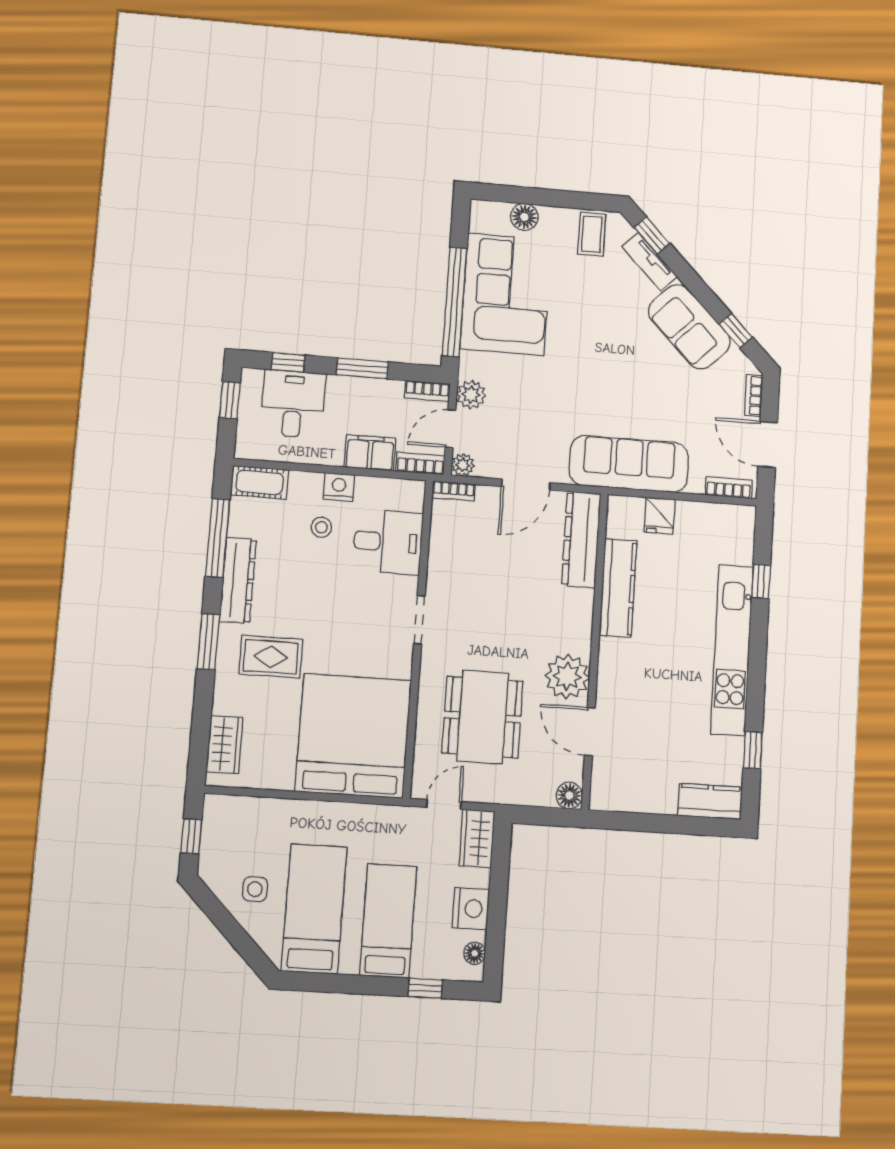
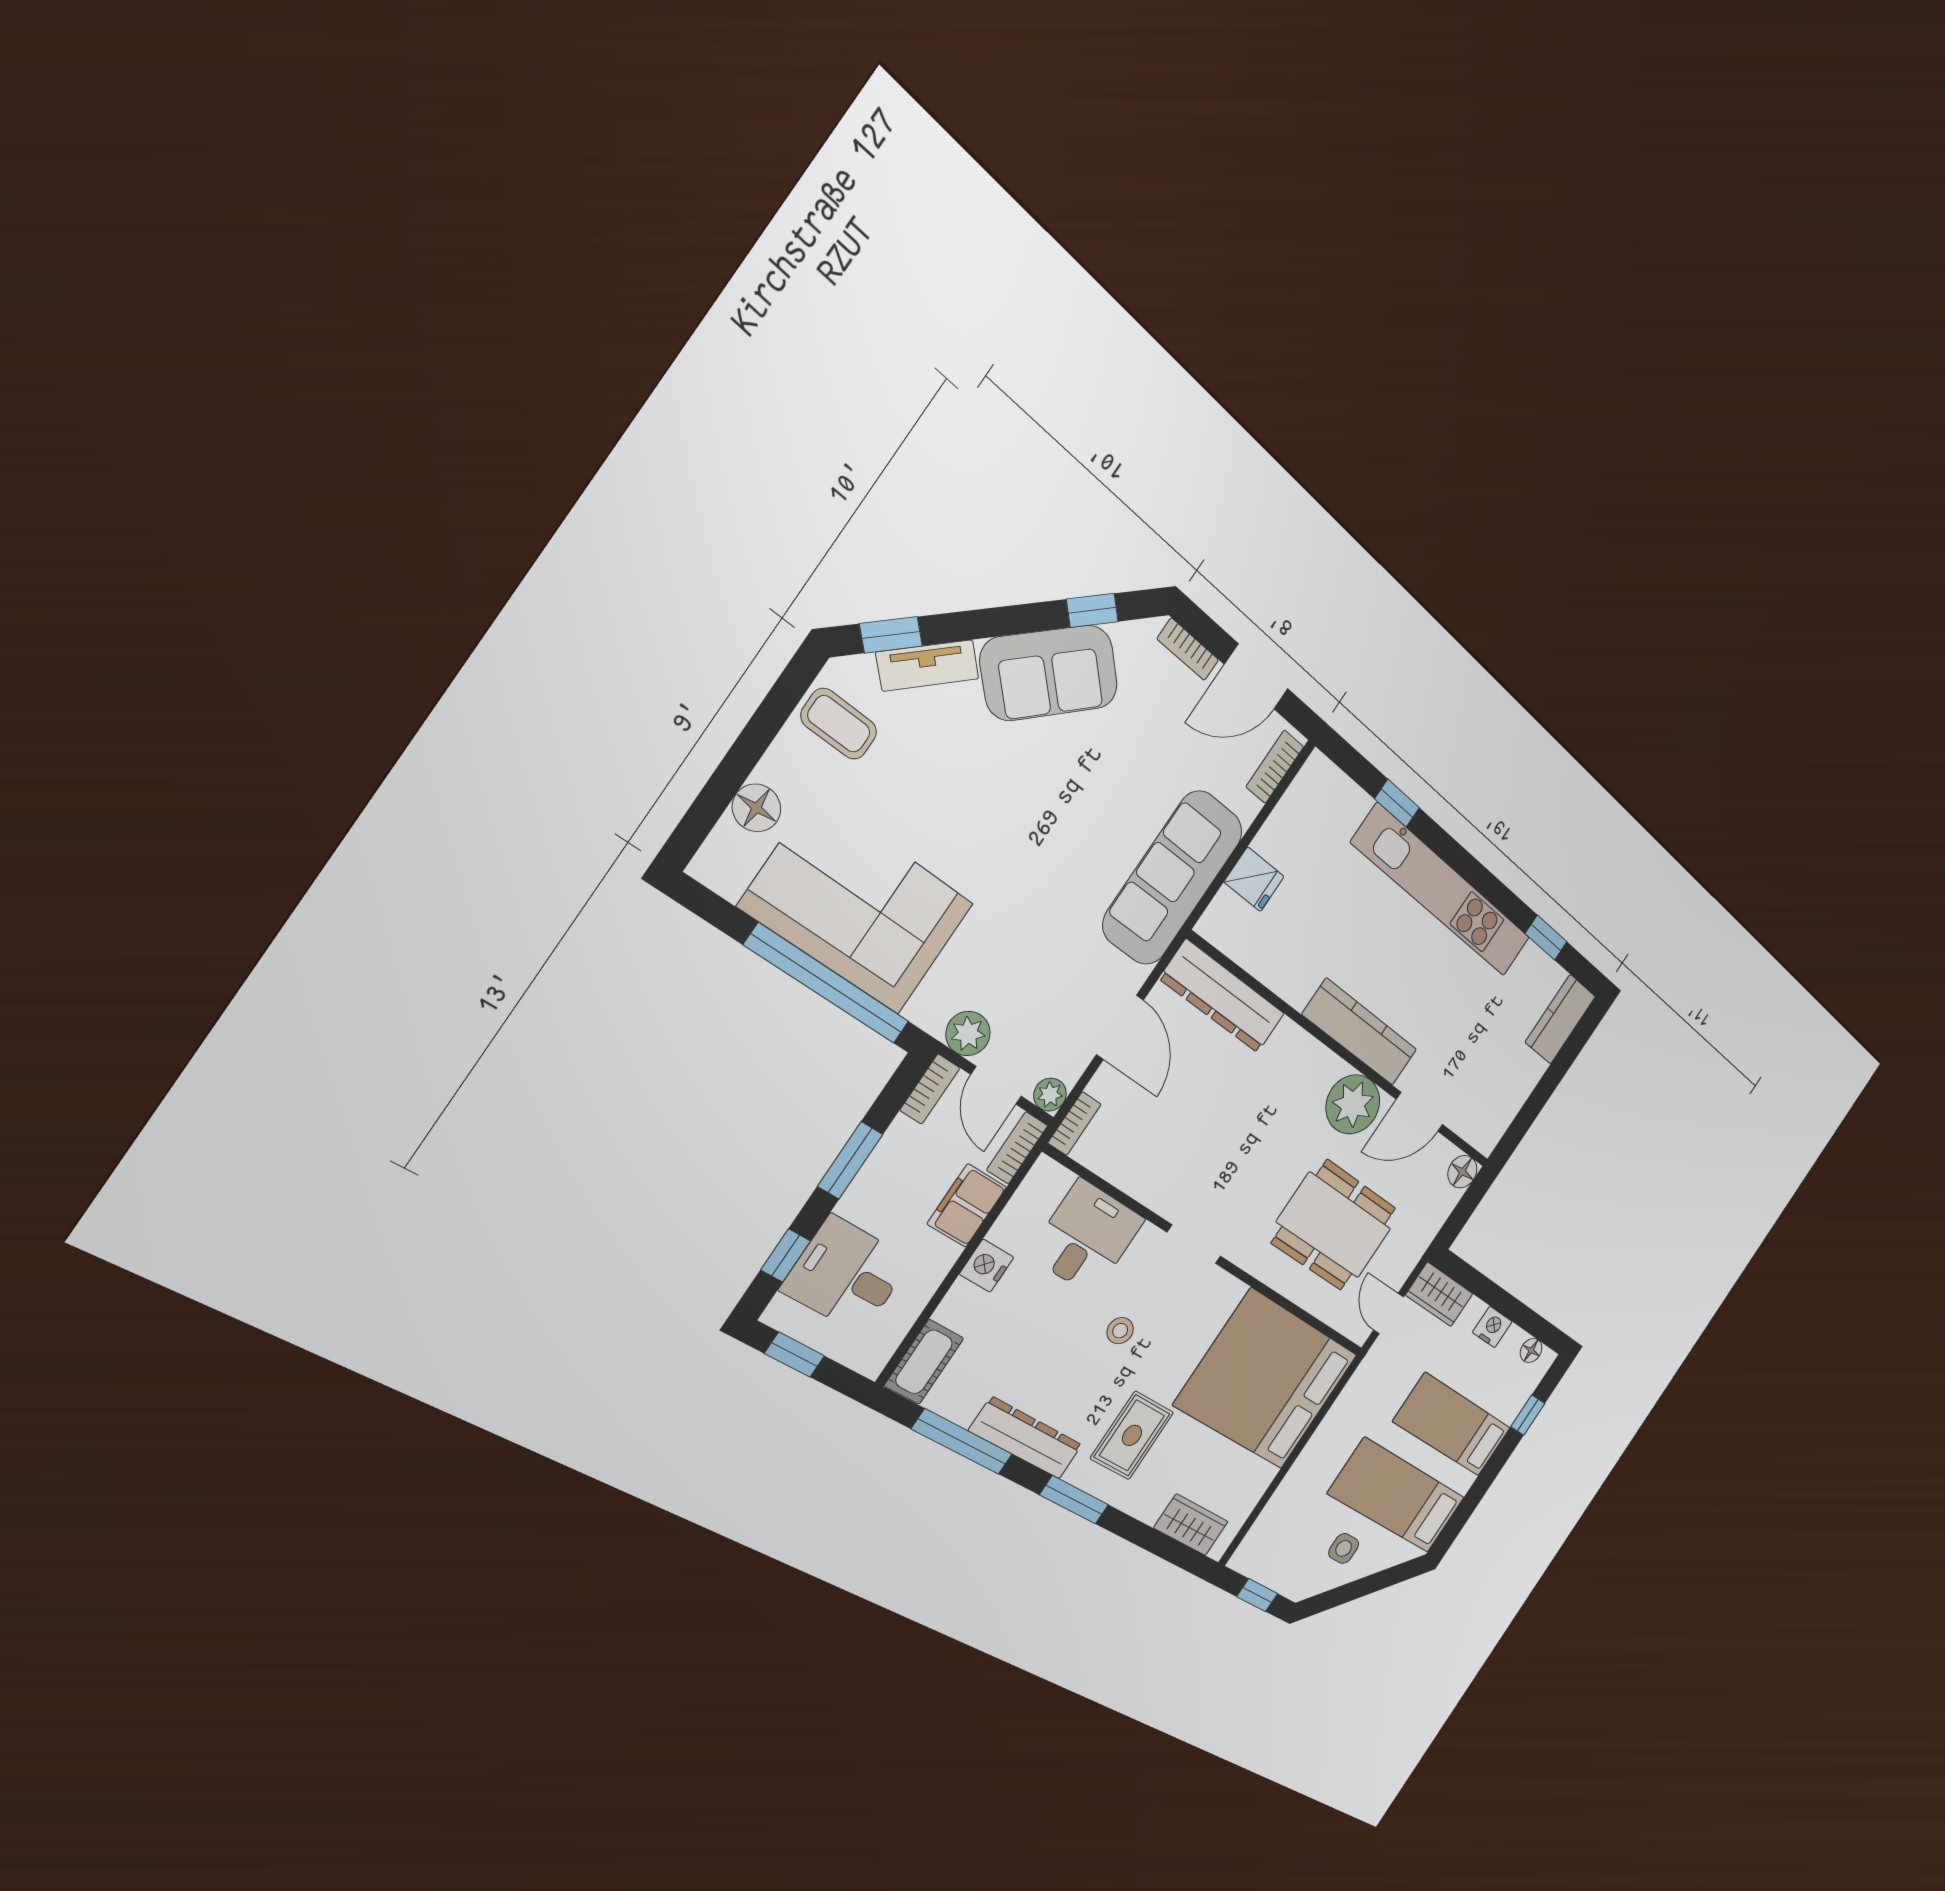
stool: (321, 527) -> (1120, 1331), moved
kitchen counter: (618, 588) -> (1360, 1032), moved
nightstand: (471, 909) -> (1492, 1327), width x0.74, depth x0.75

